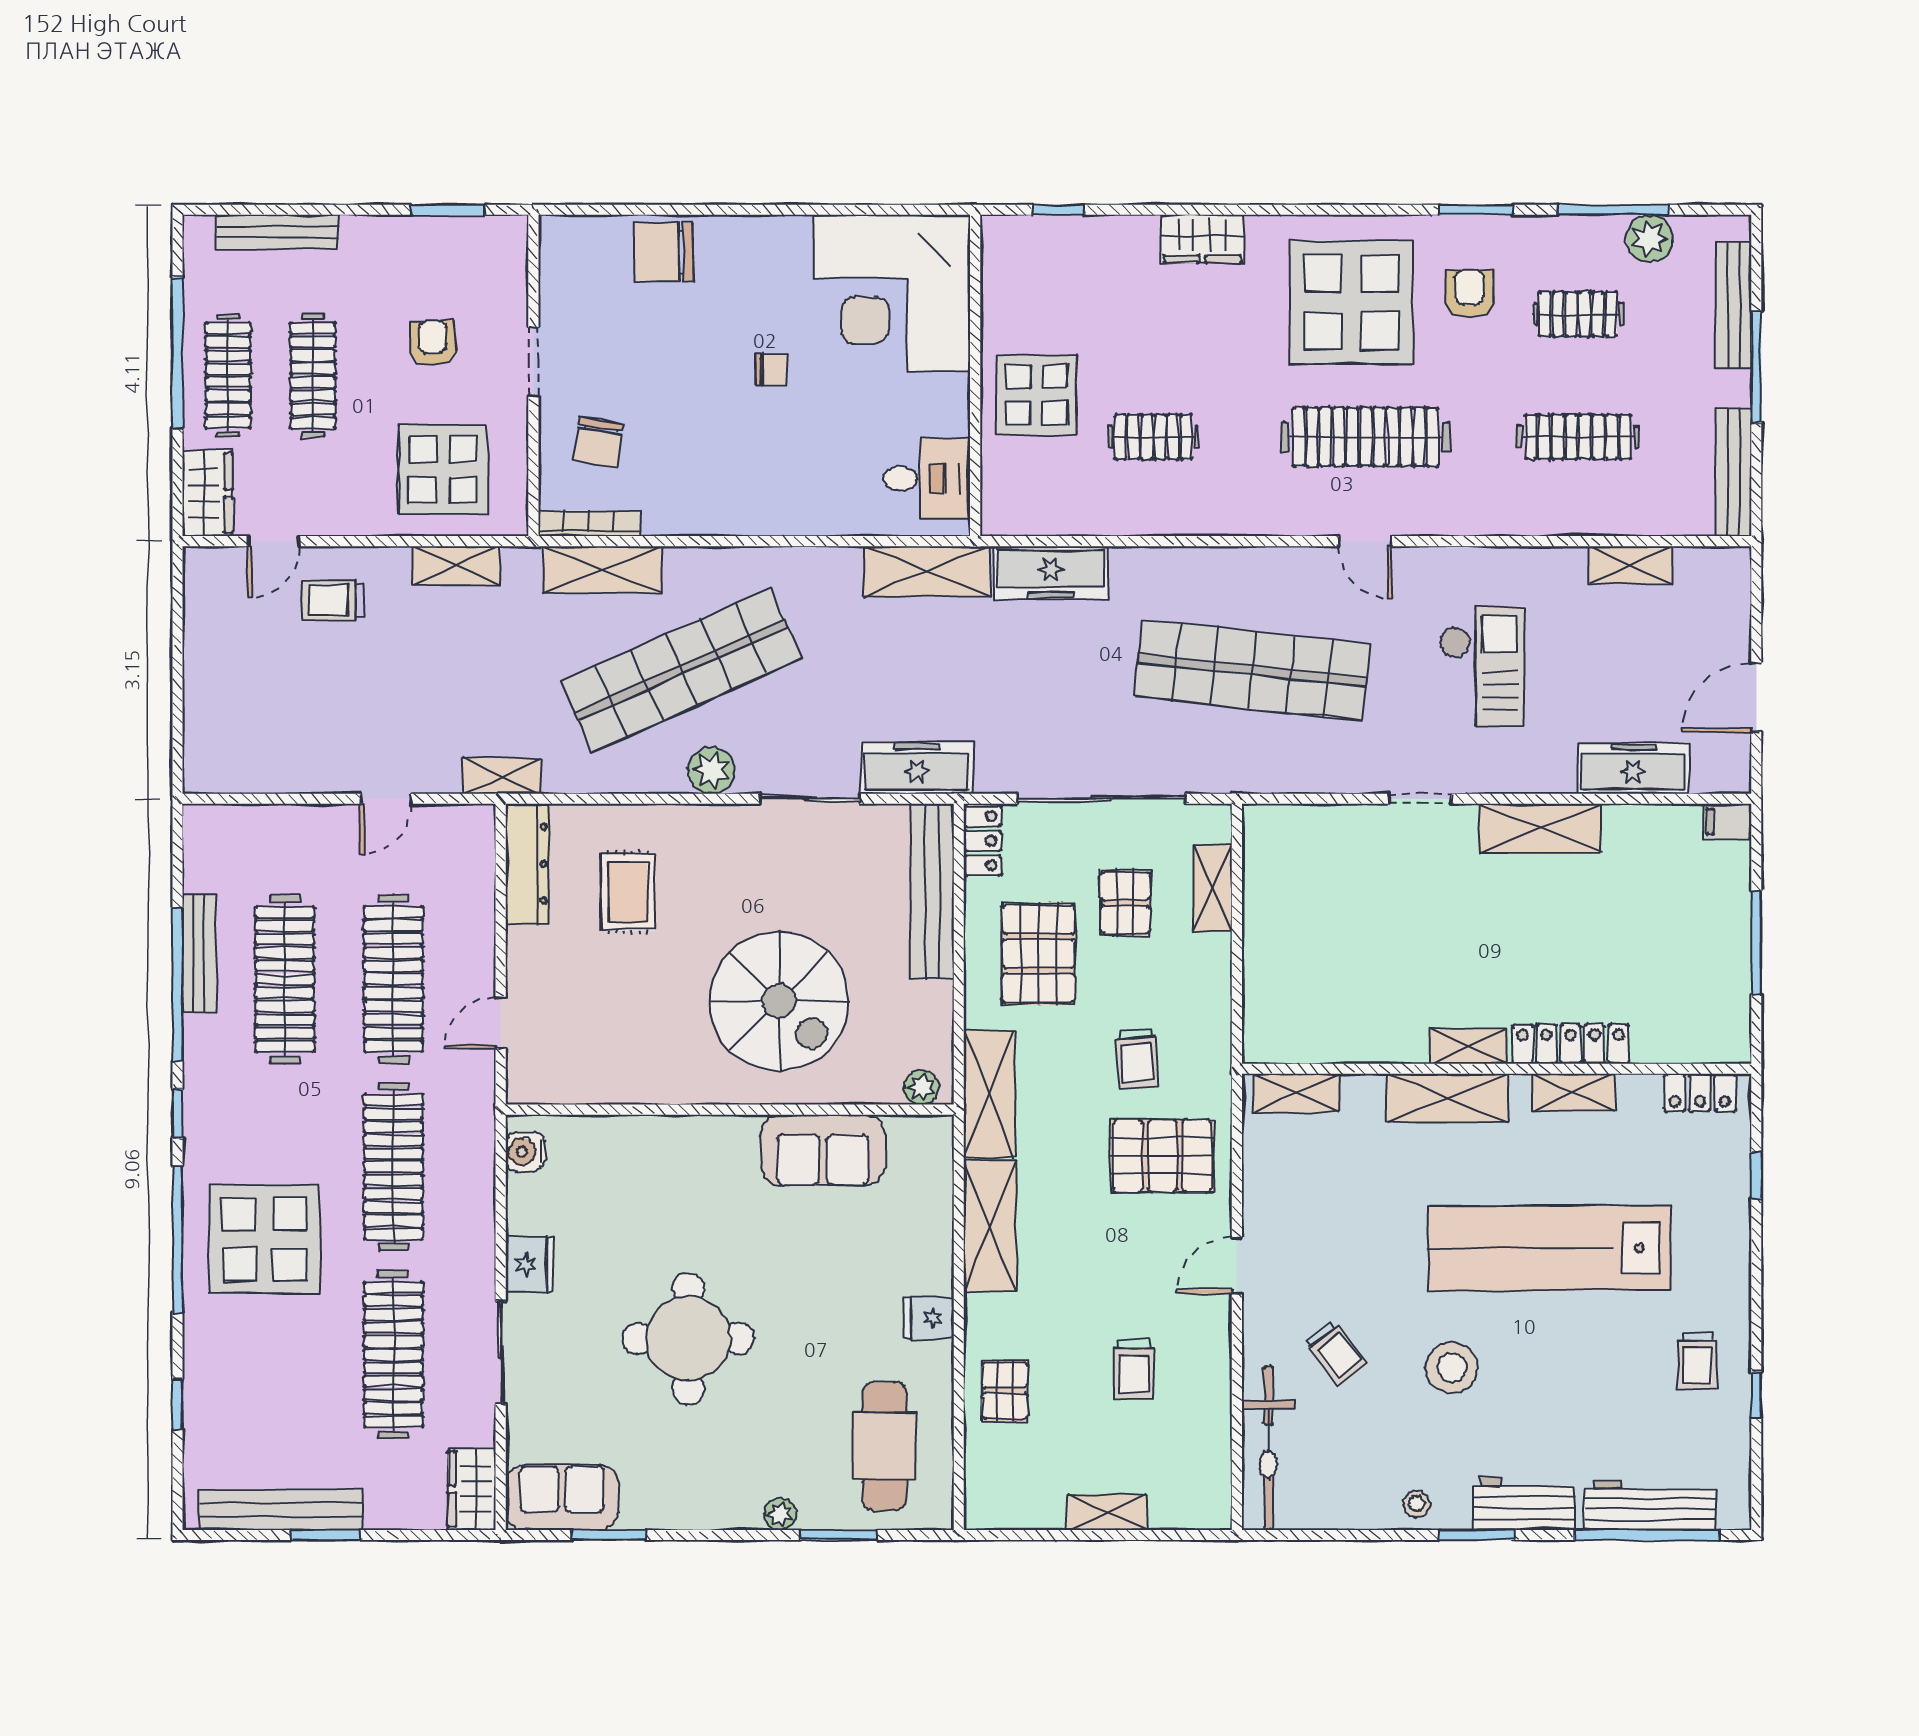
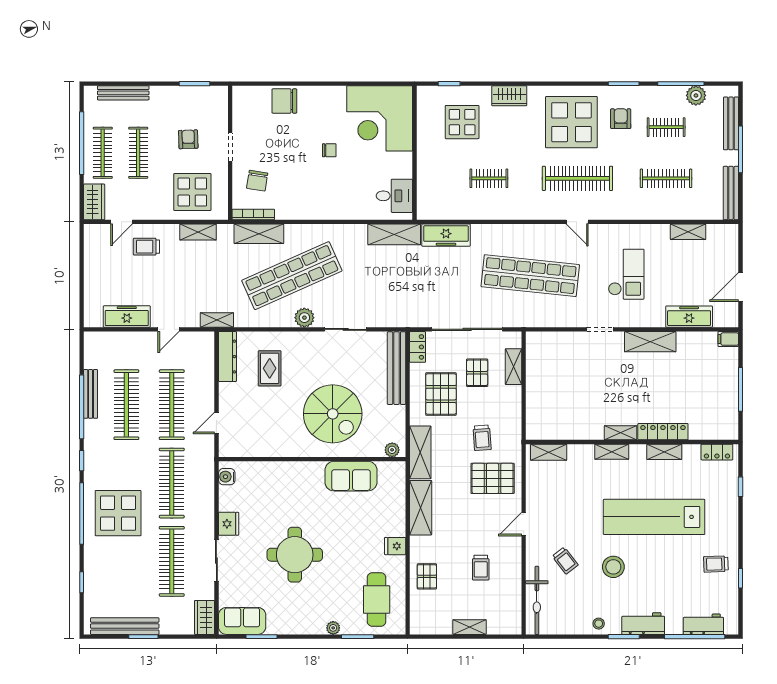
display table: (1037, 395) -> (462, 122), moved
freezer: (917, 768) -> (127, 317), moved
shelving: (1448, 1098) -> (612, 452), width x0.67, depth x0.75
trolley: (1697, 1361) -> (716, 564), turned 88
workbench: (1650, 1505) -> (703, 624), width x0.73

